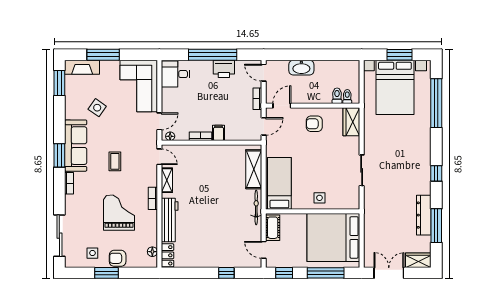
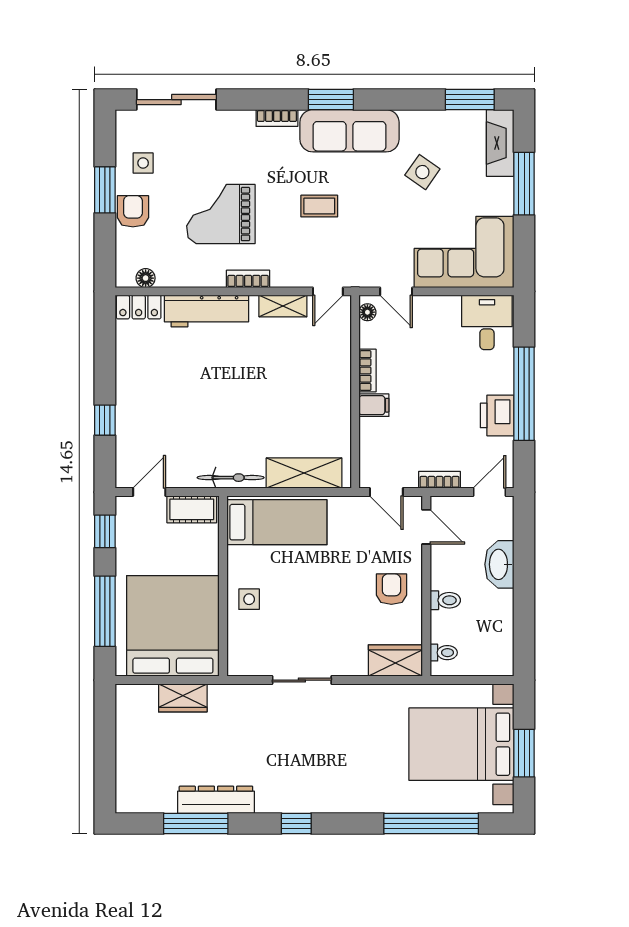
toilet: (337, 96) -> (445, 600), moved
grand piano: (119, 213) -> (221, 214), turned 180
wardrobe: (418, 260) -> (183, 698), moved, turned 90
double door: (389, 273) -> (105, 733), removed

